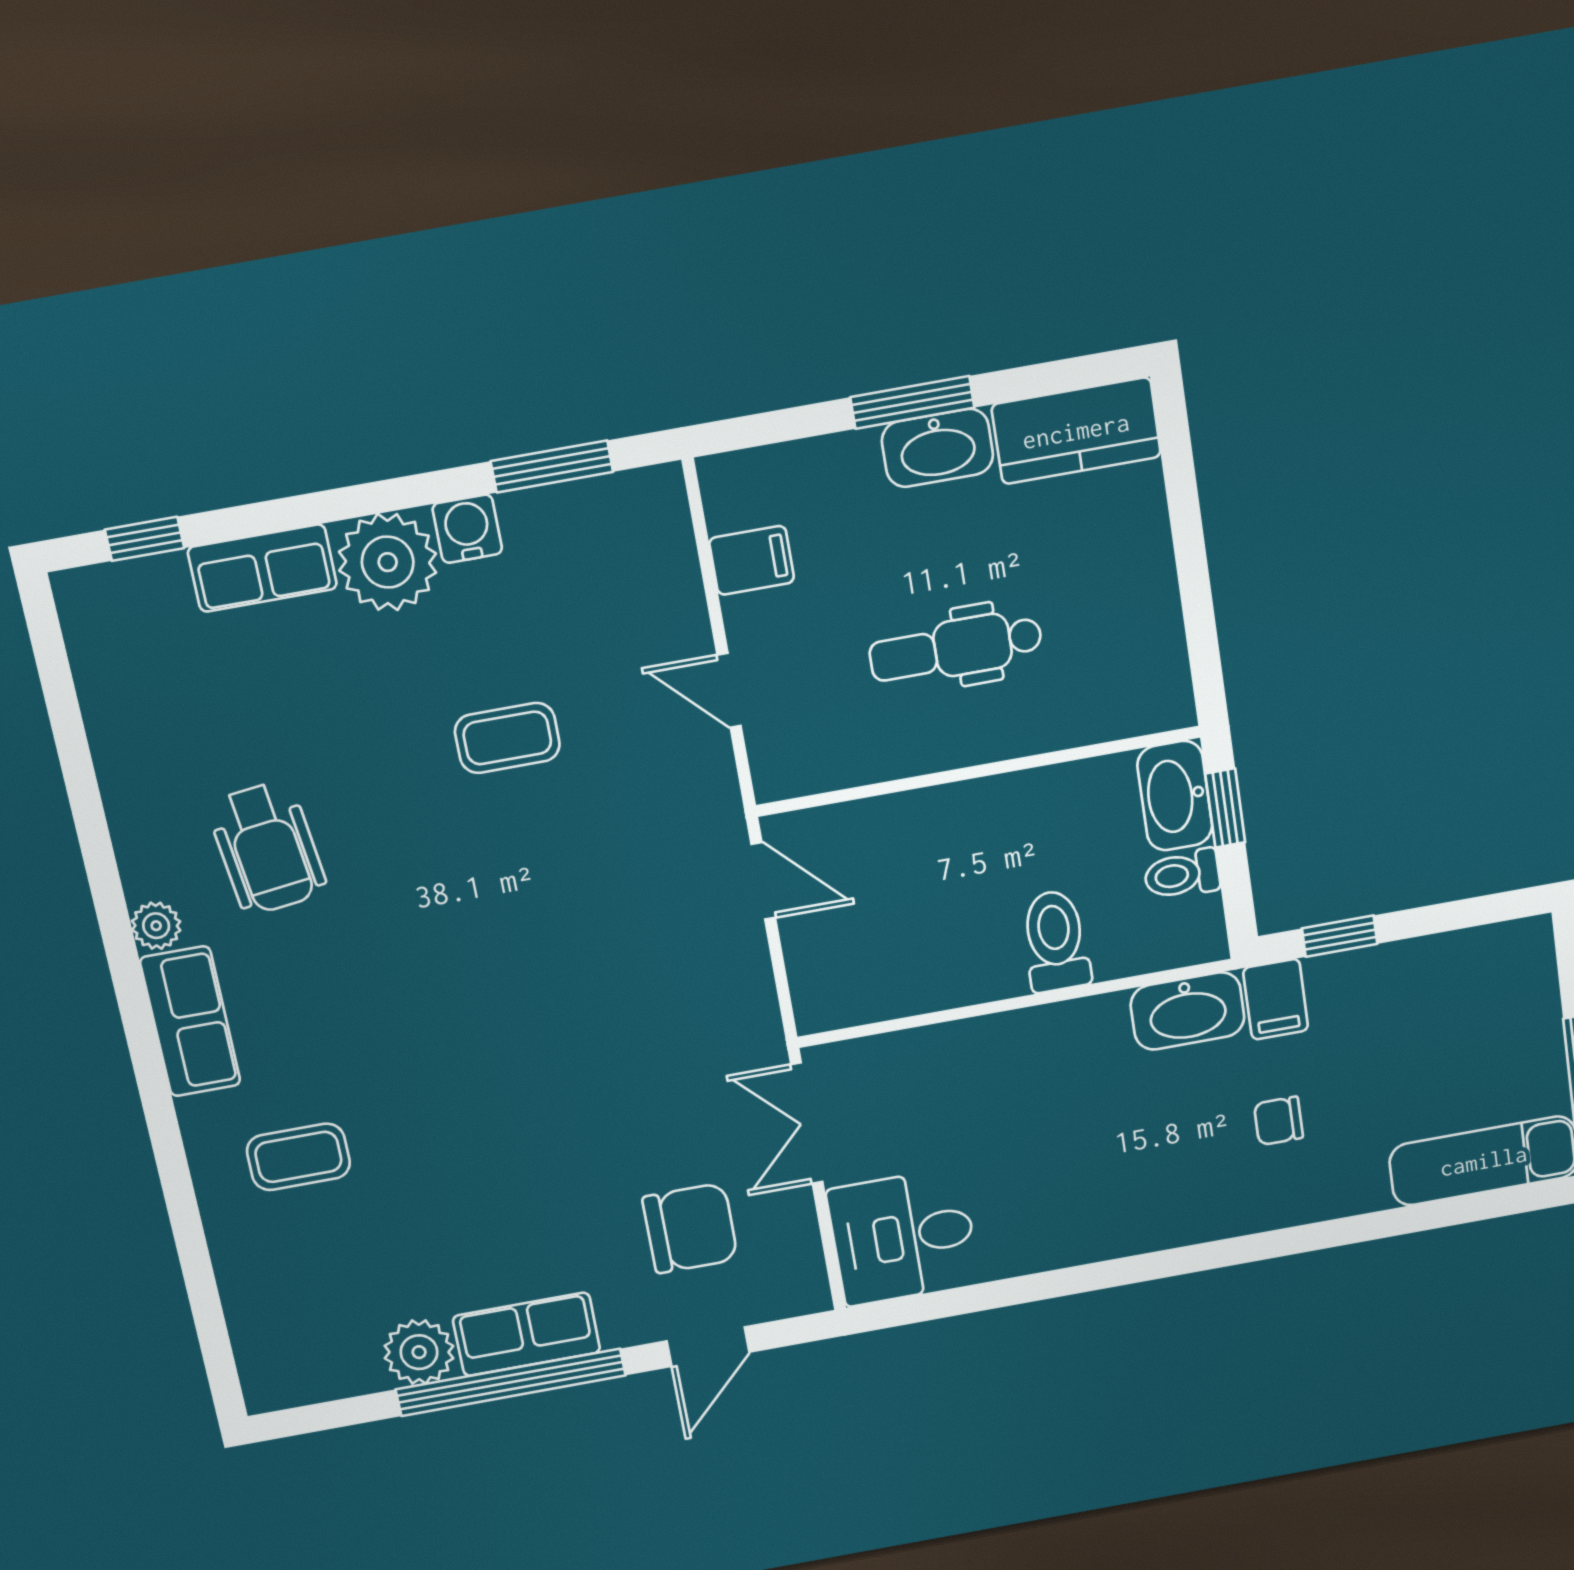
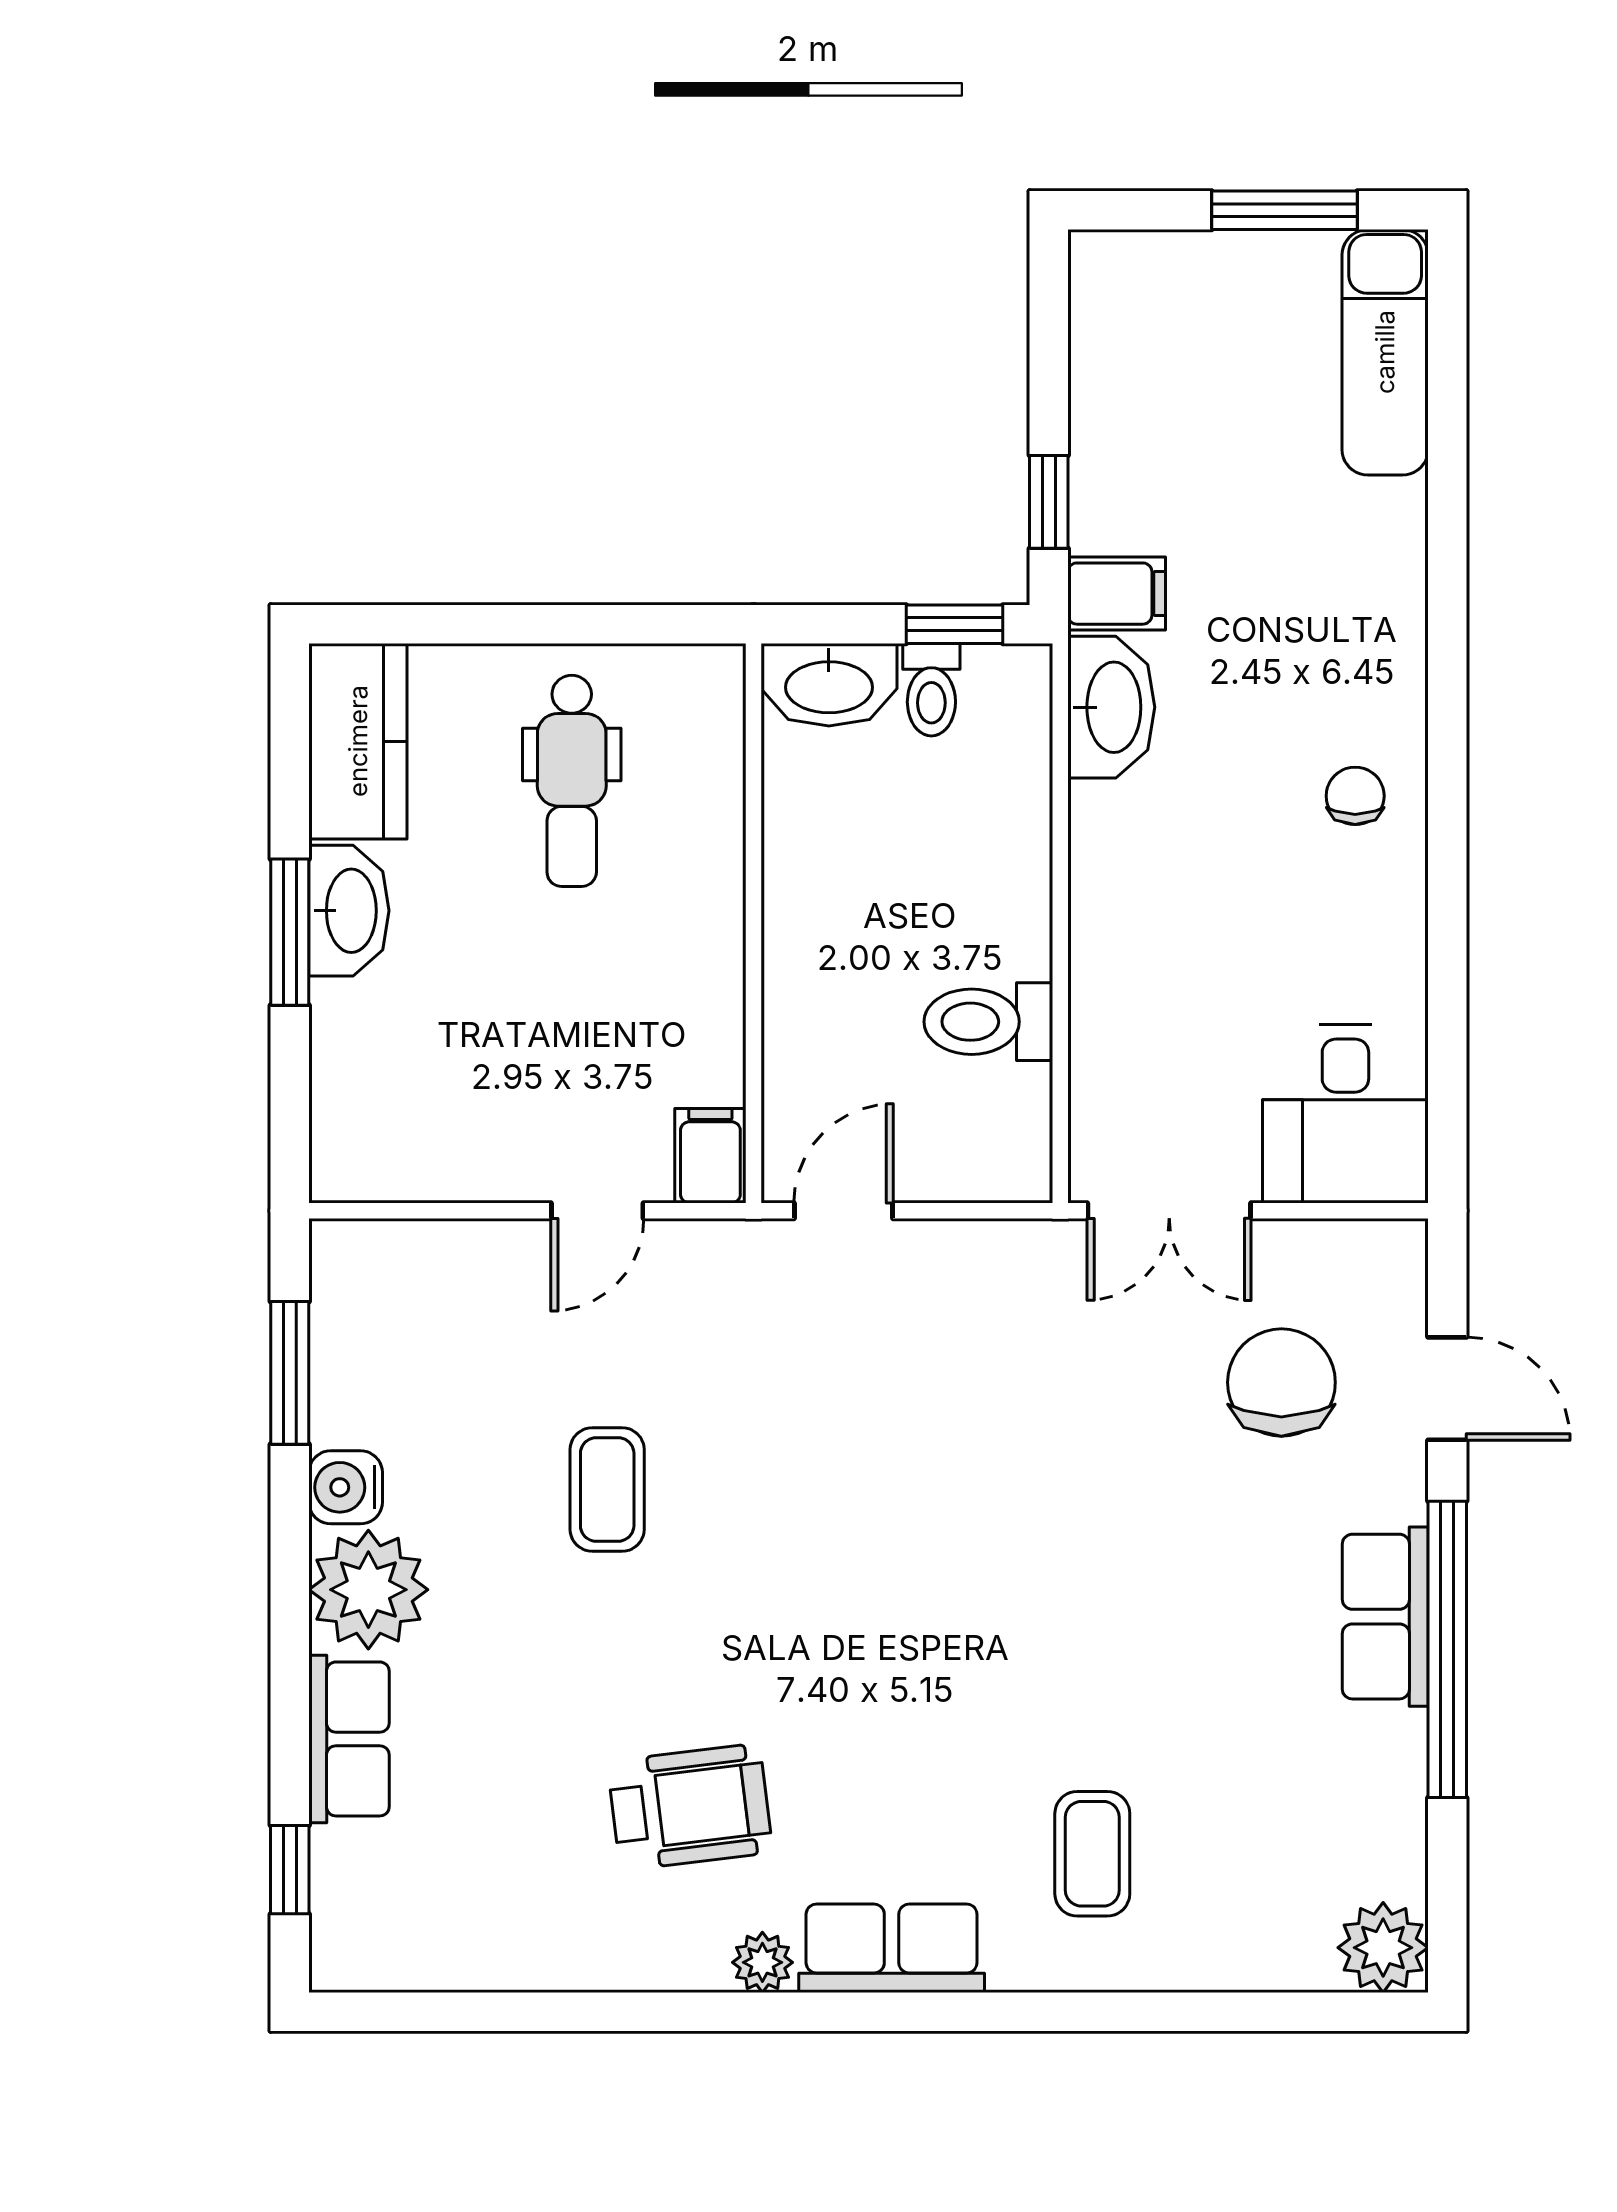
filing cabinet: (752, 560) -> (710, 1156), moved
dental chair: (956, 648) -> (572, 781), moved
window: (1225, 808) -> (955, 624), moved
toilet: (1056, 941) -> (988, 1022), moved
chair: (1278, 1121) -> (1355, 796), moved, turned 180
plant: (419, 1352) -> (1383, 1948), moved

